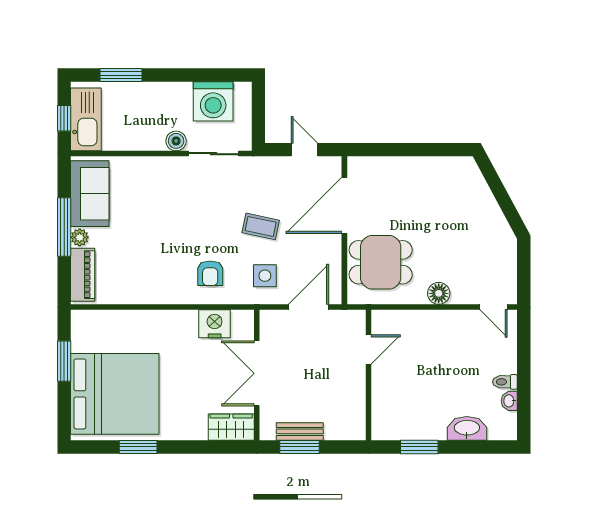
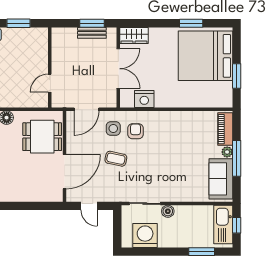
armchair: (210, 273) -> (135, 131), moved

